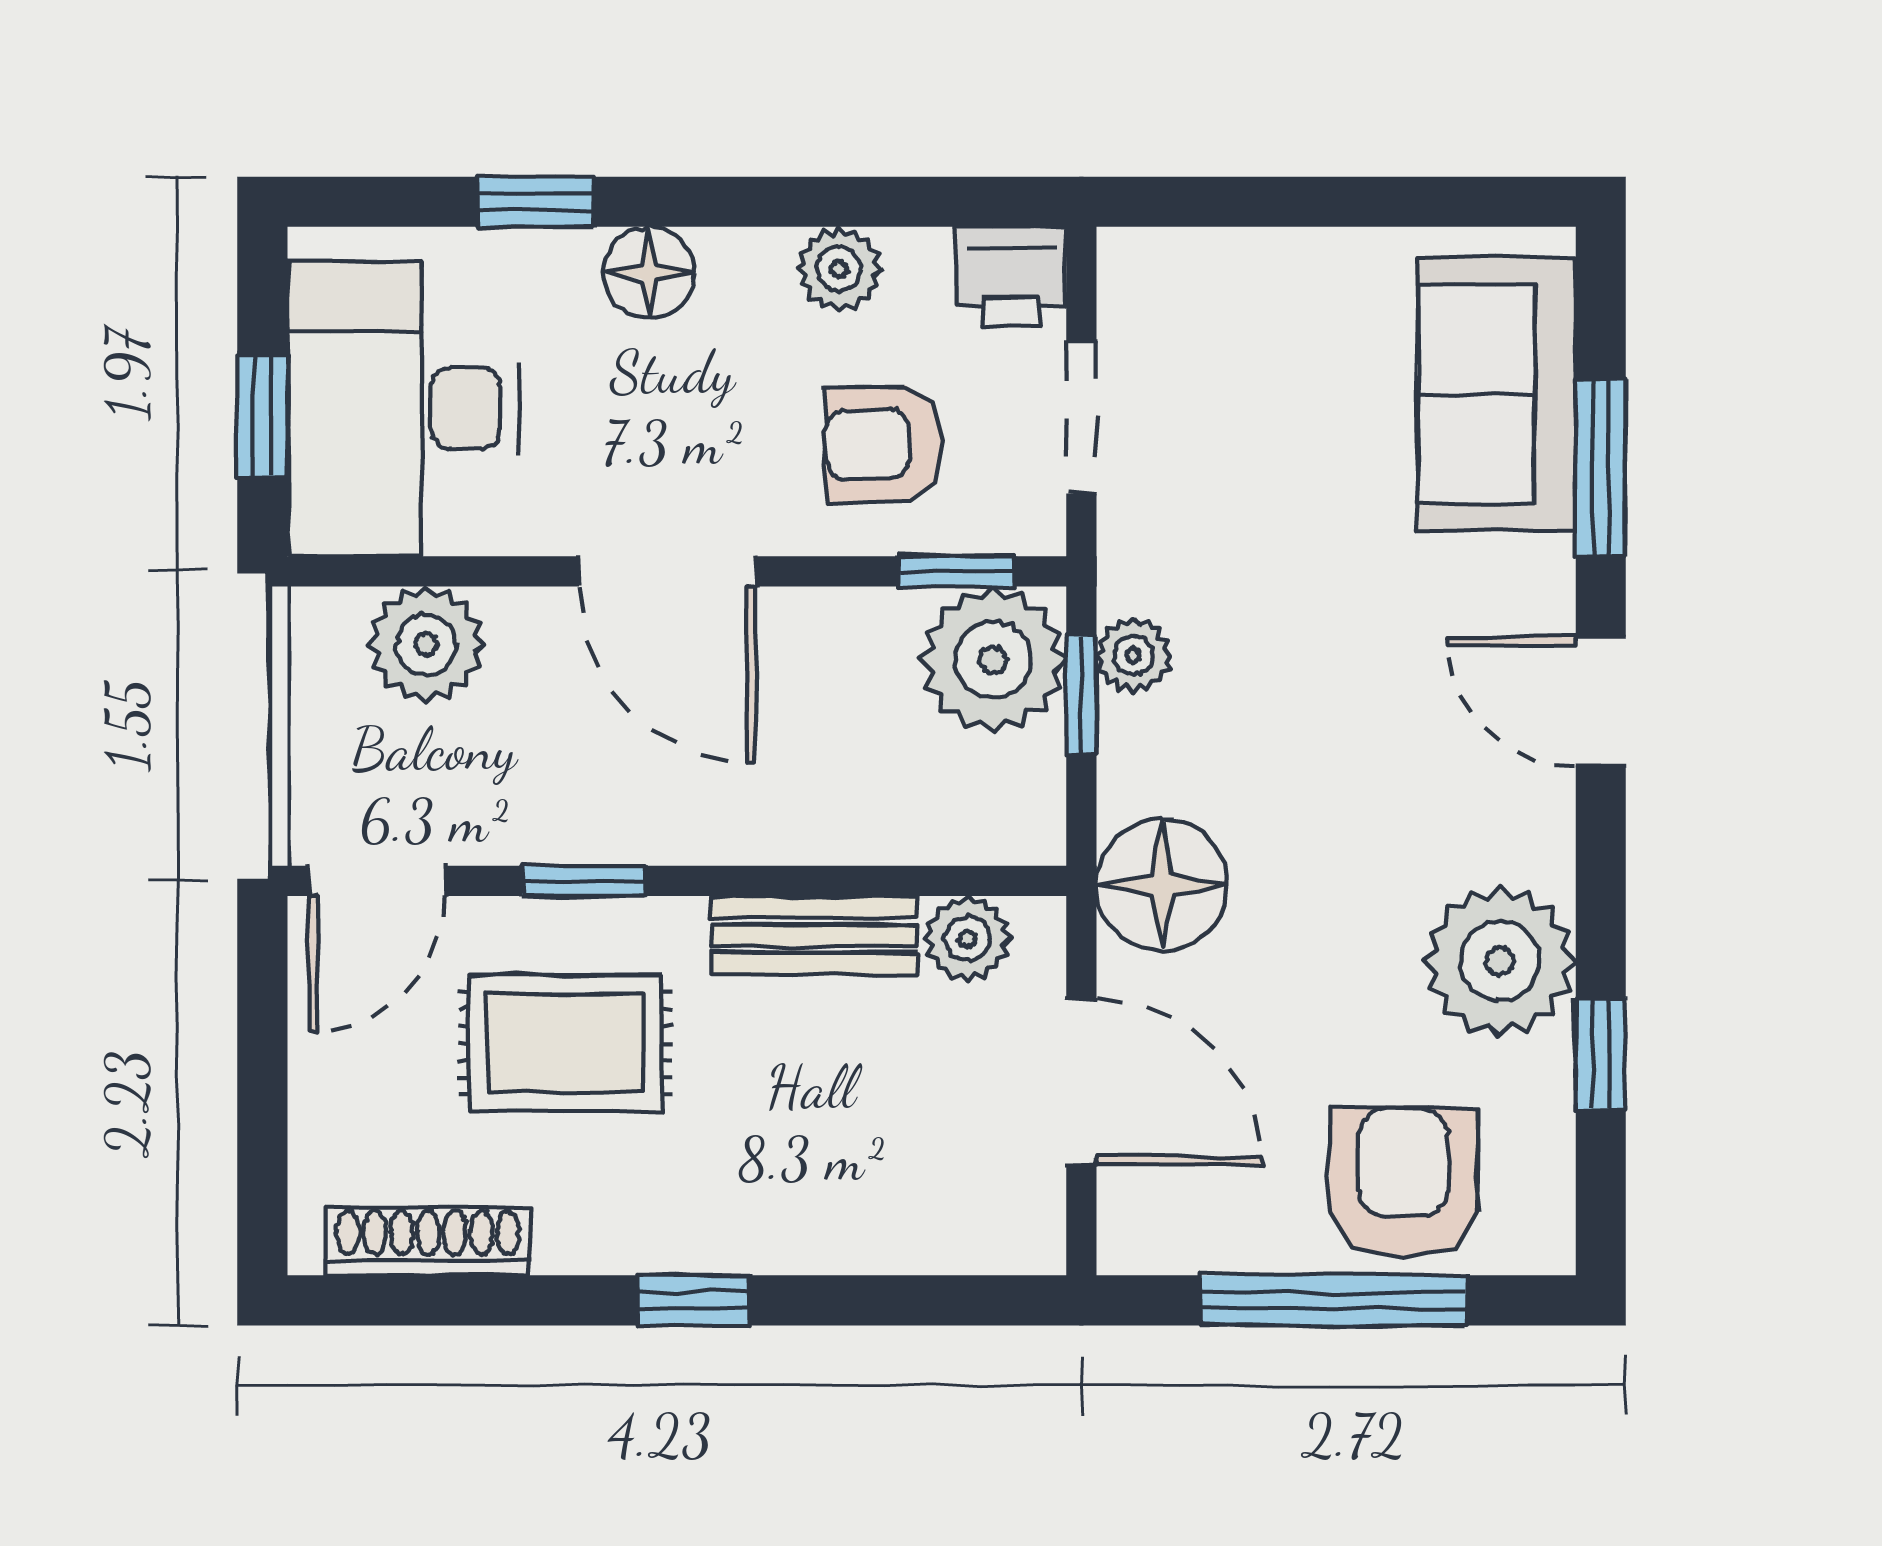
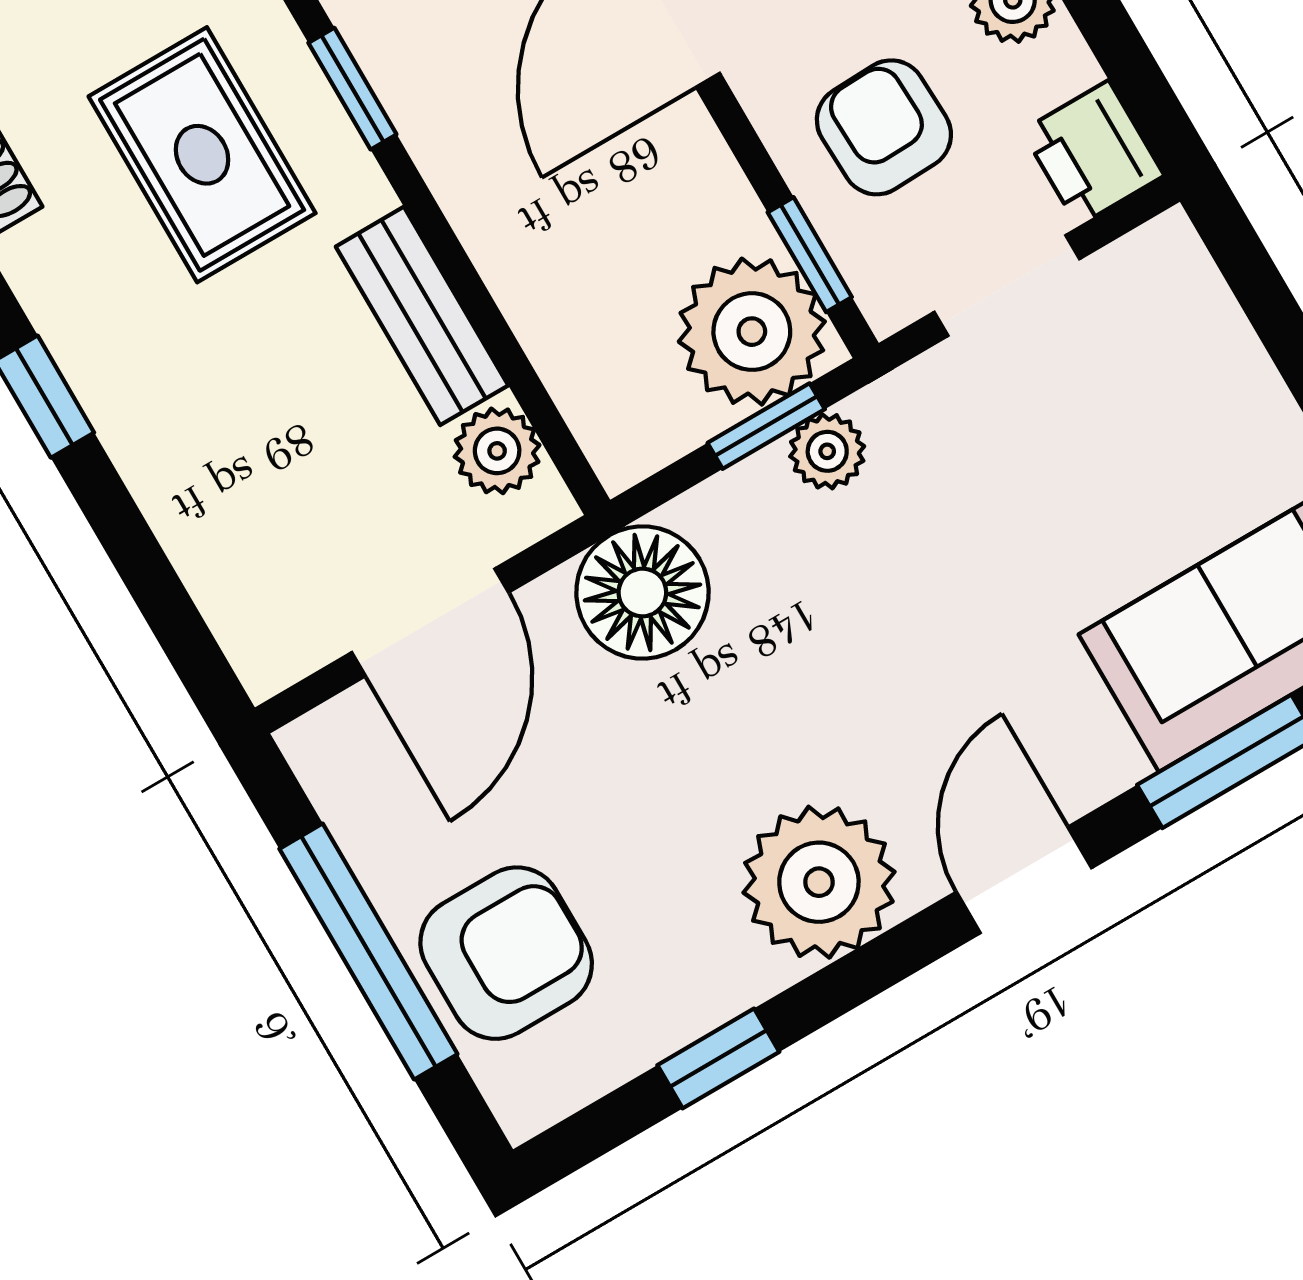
plant: (1500, 961) -> (819, 882), moved

